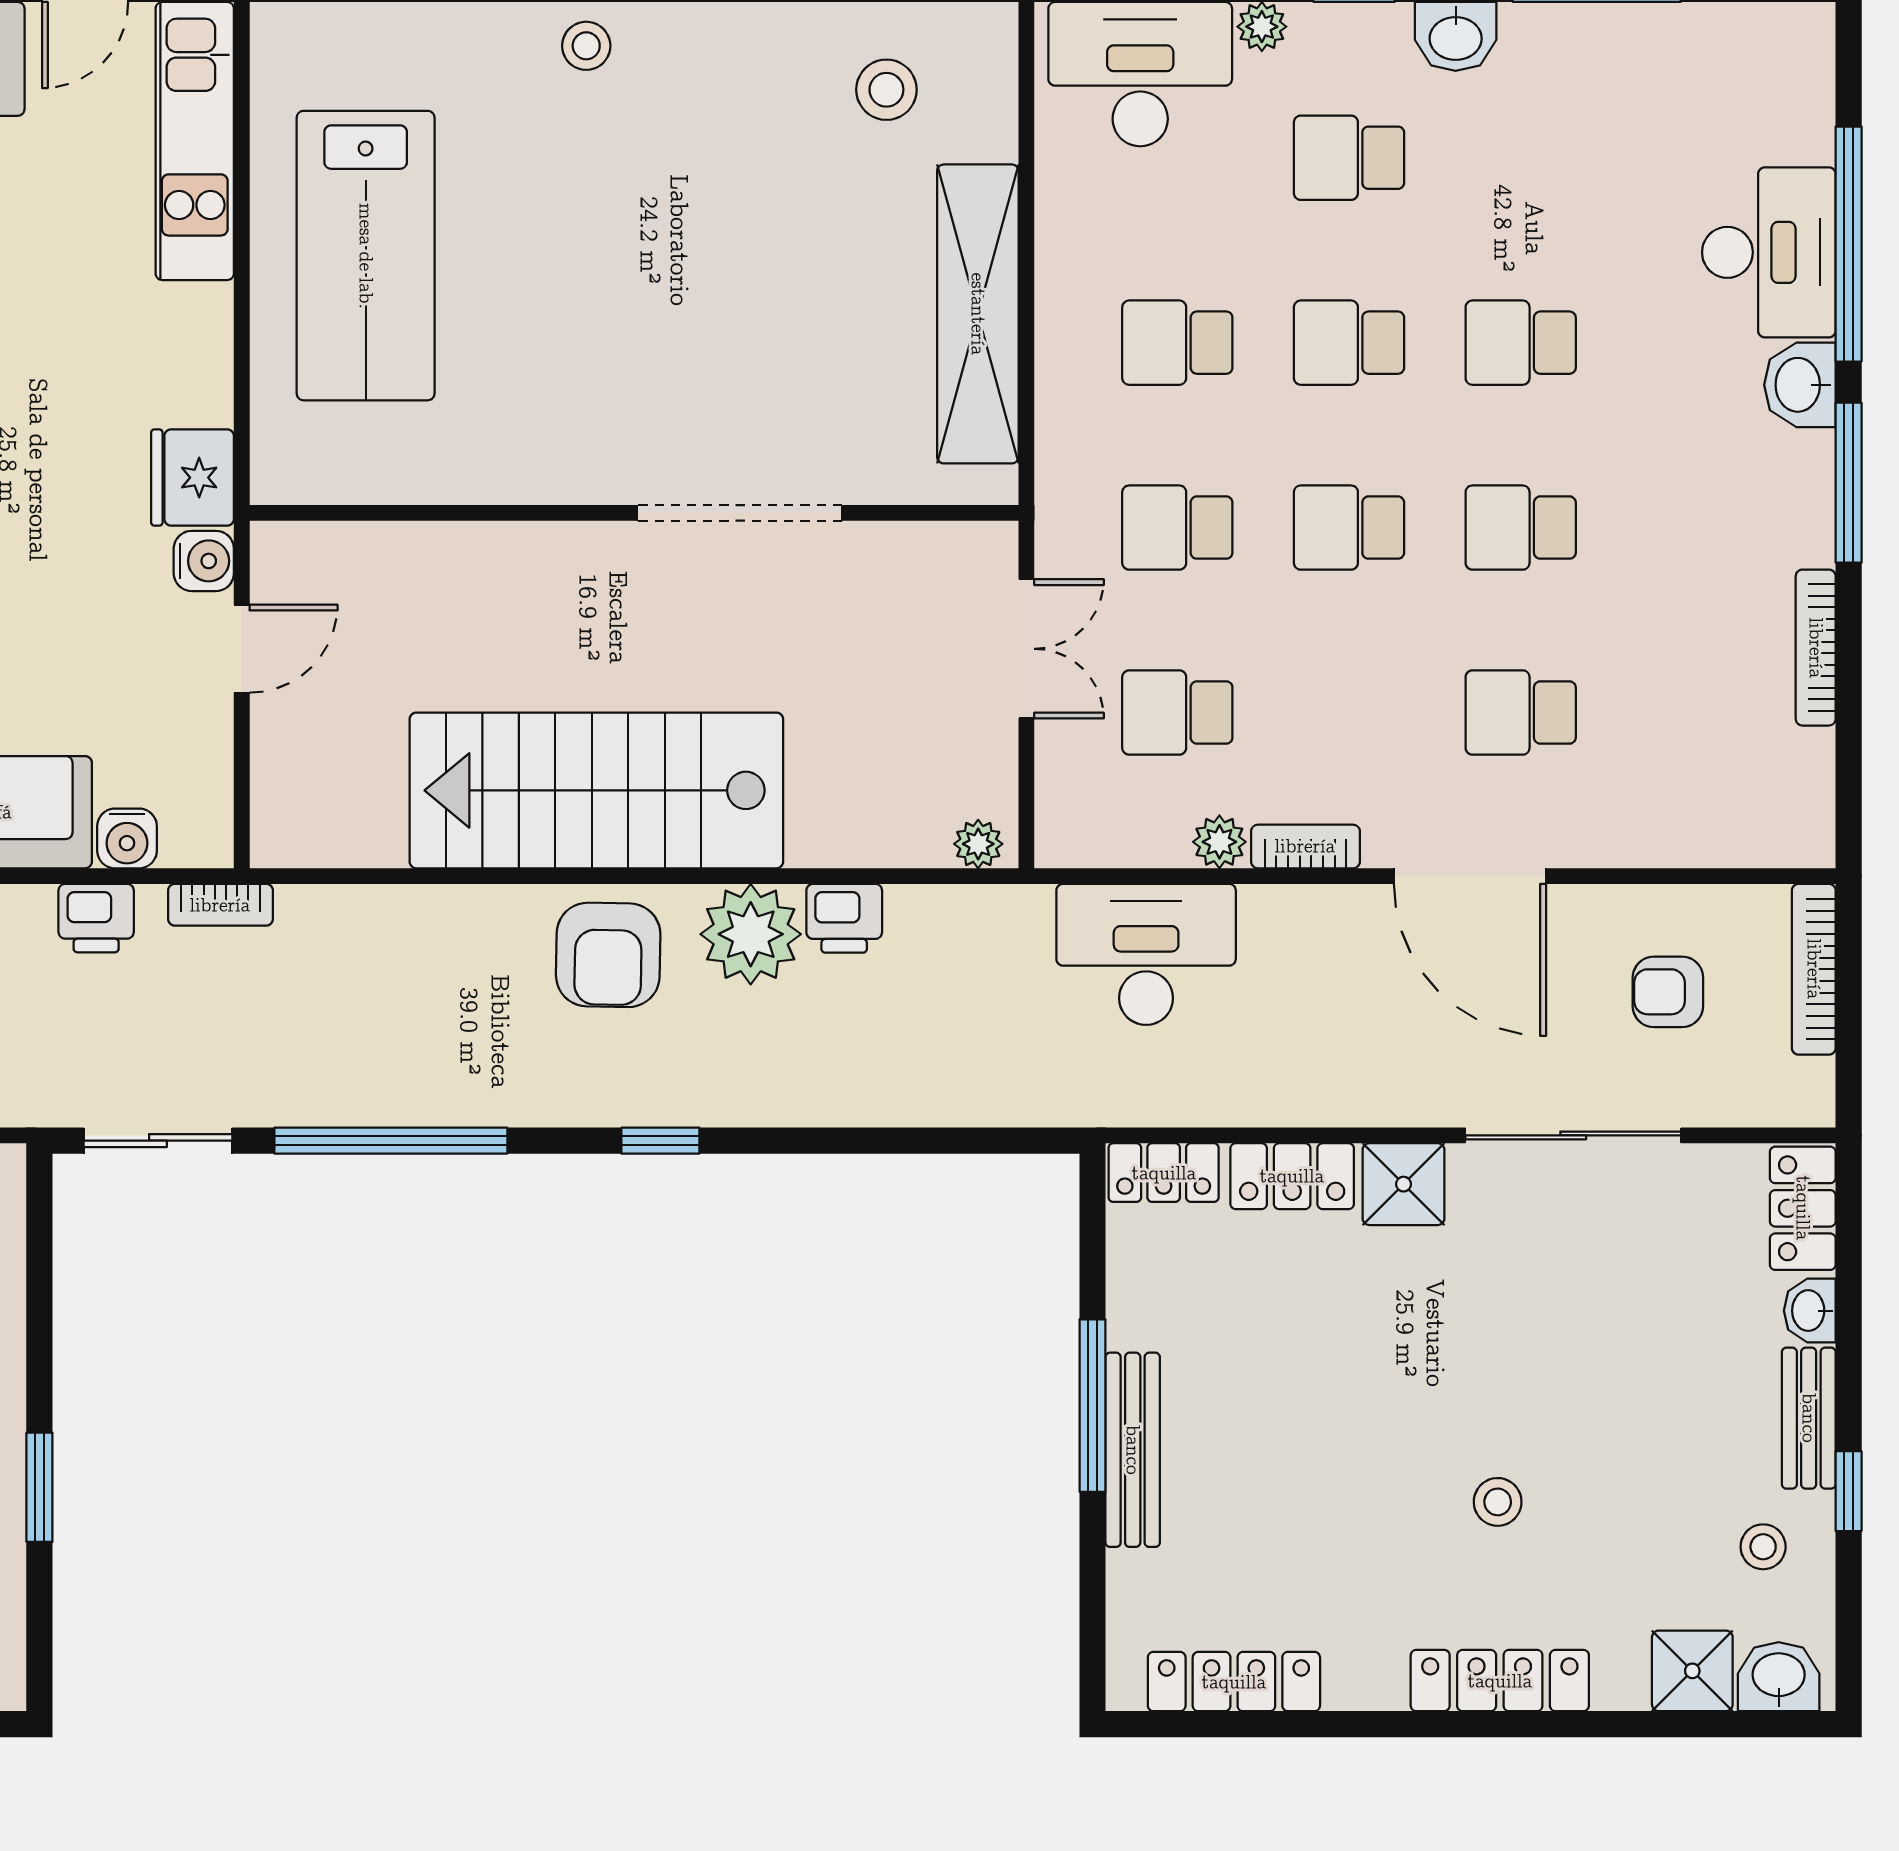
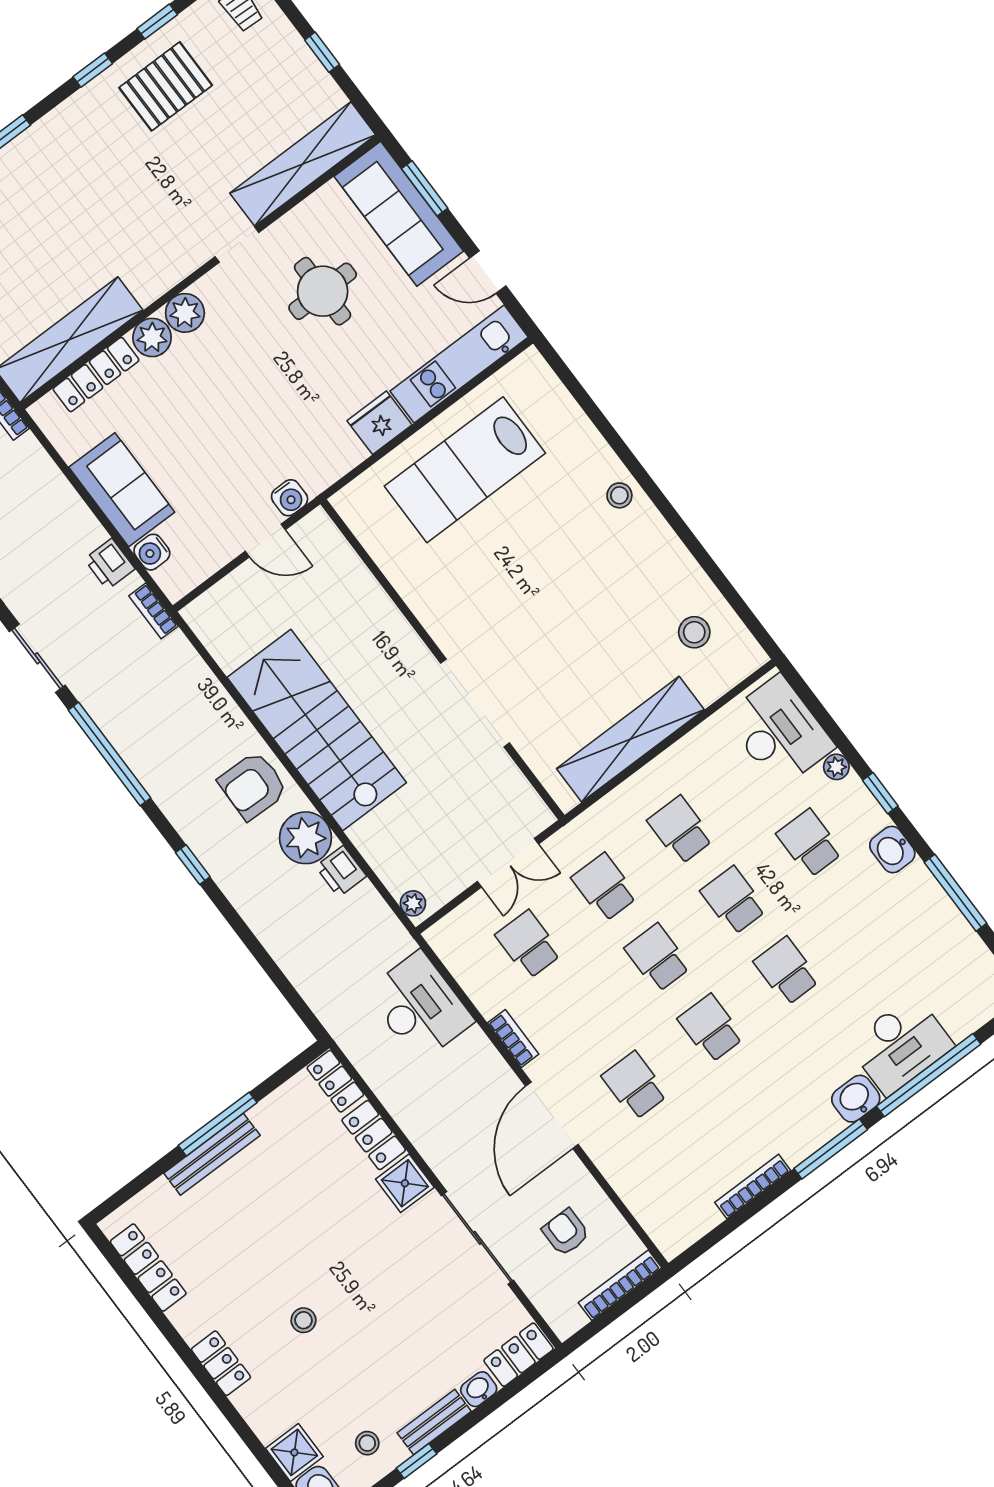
fridge: (193, 478) -> (379, 423), moved
plant: (1219, 842) -> (488, 1002), removed
locker: (1500, 1681) -> (221, 1363), width x0.66

